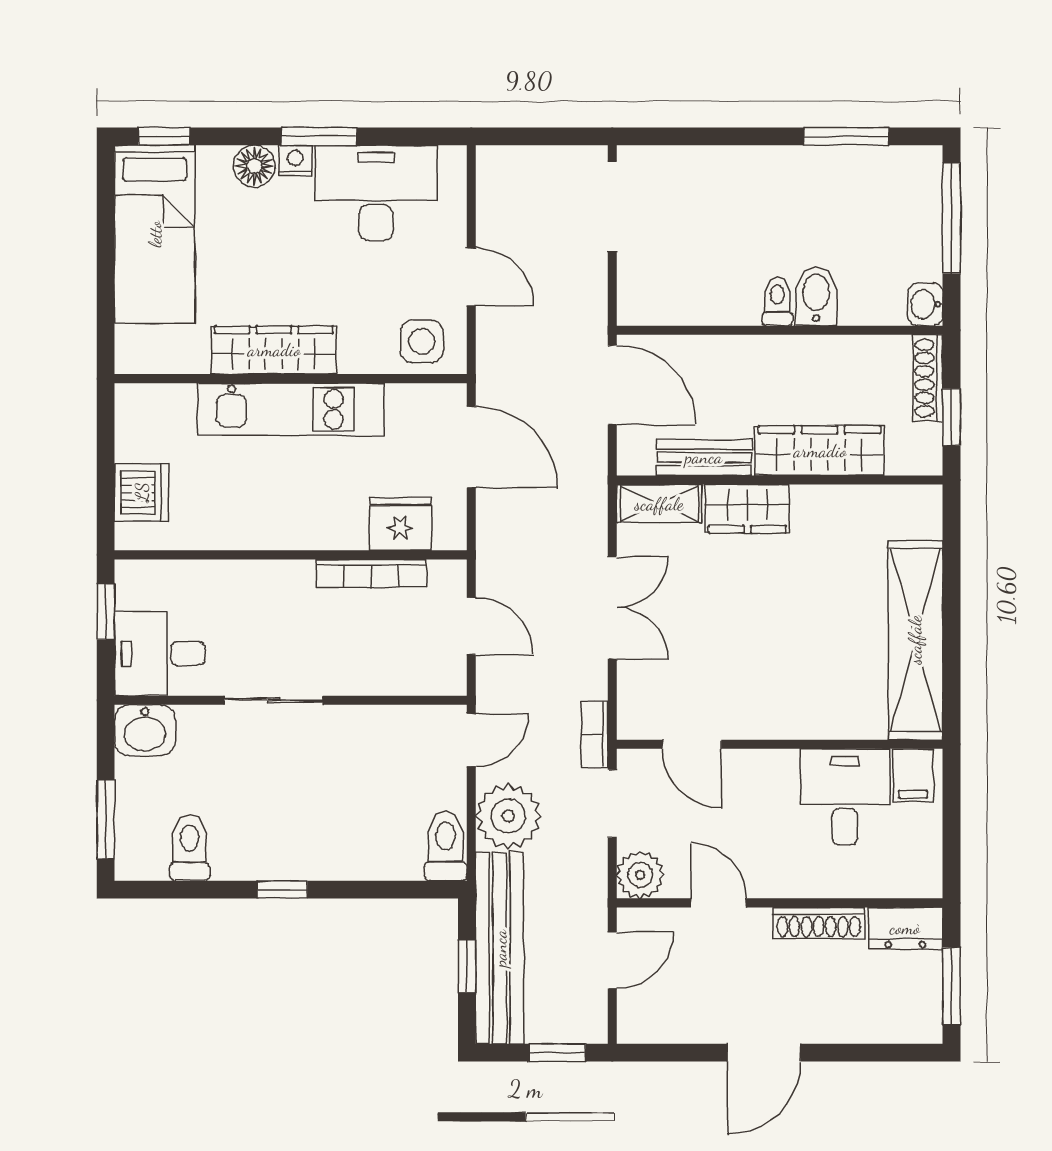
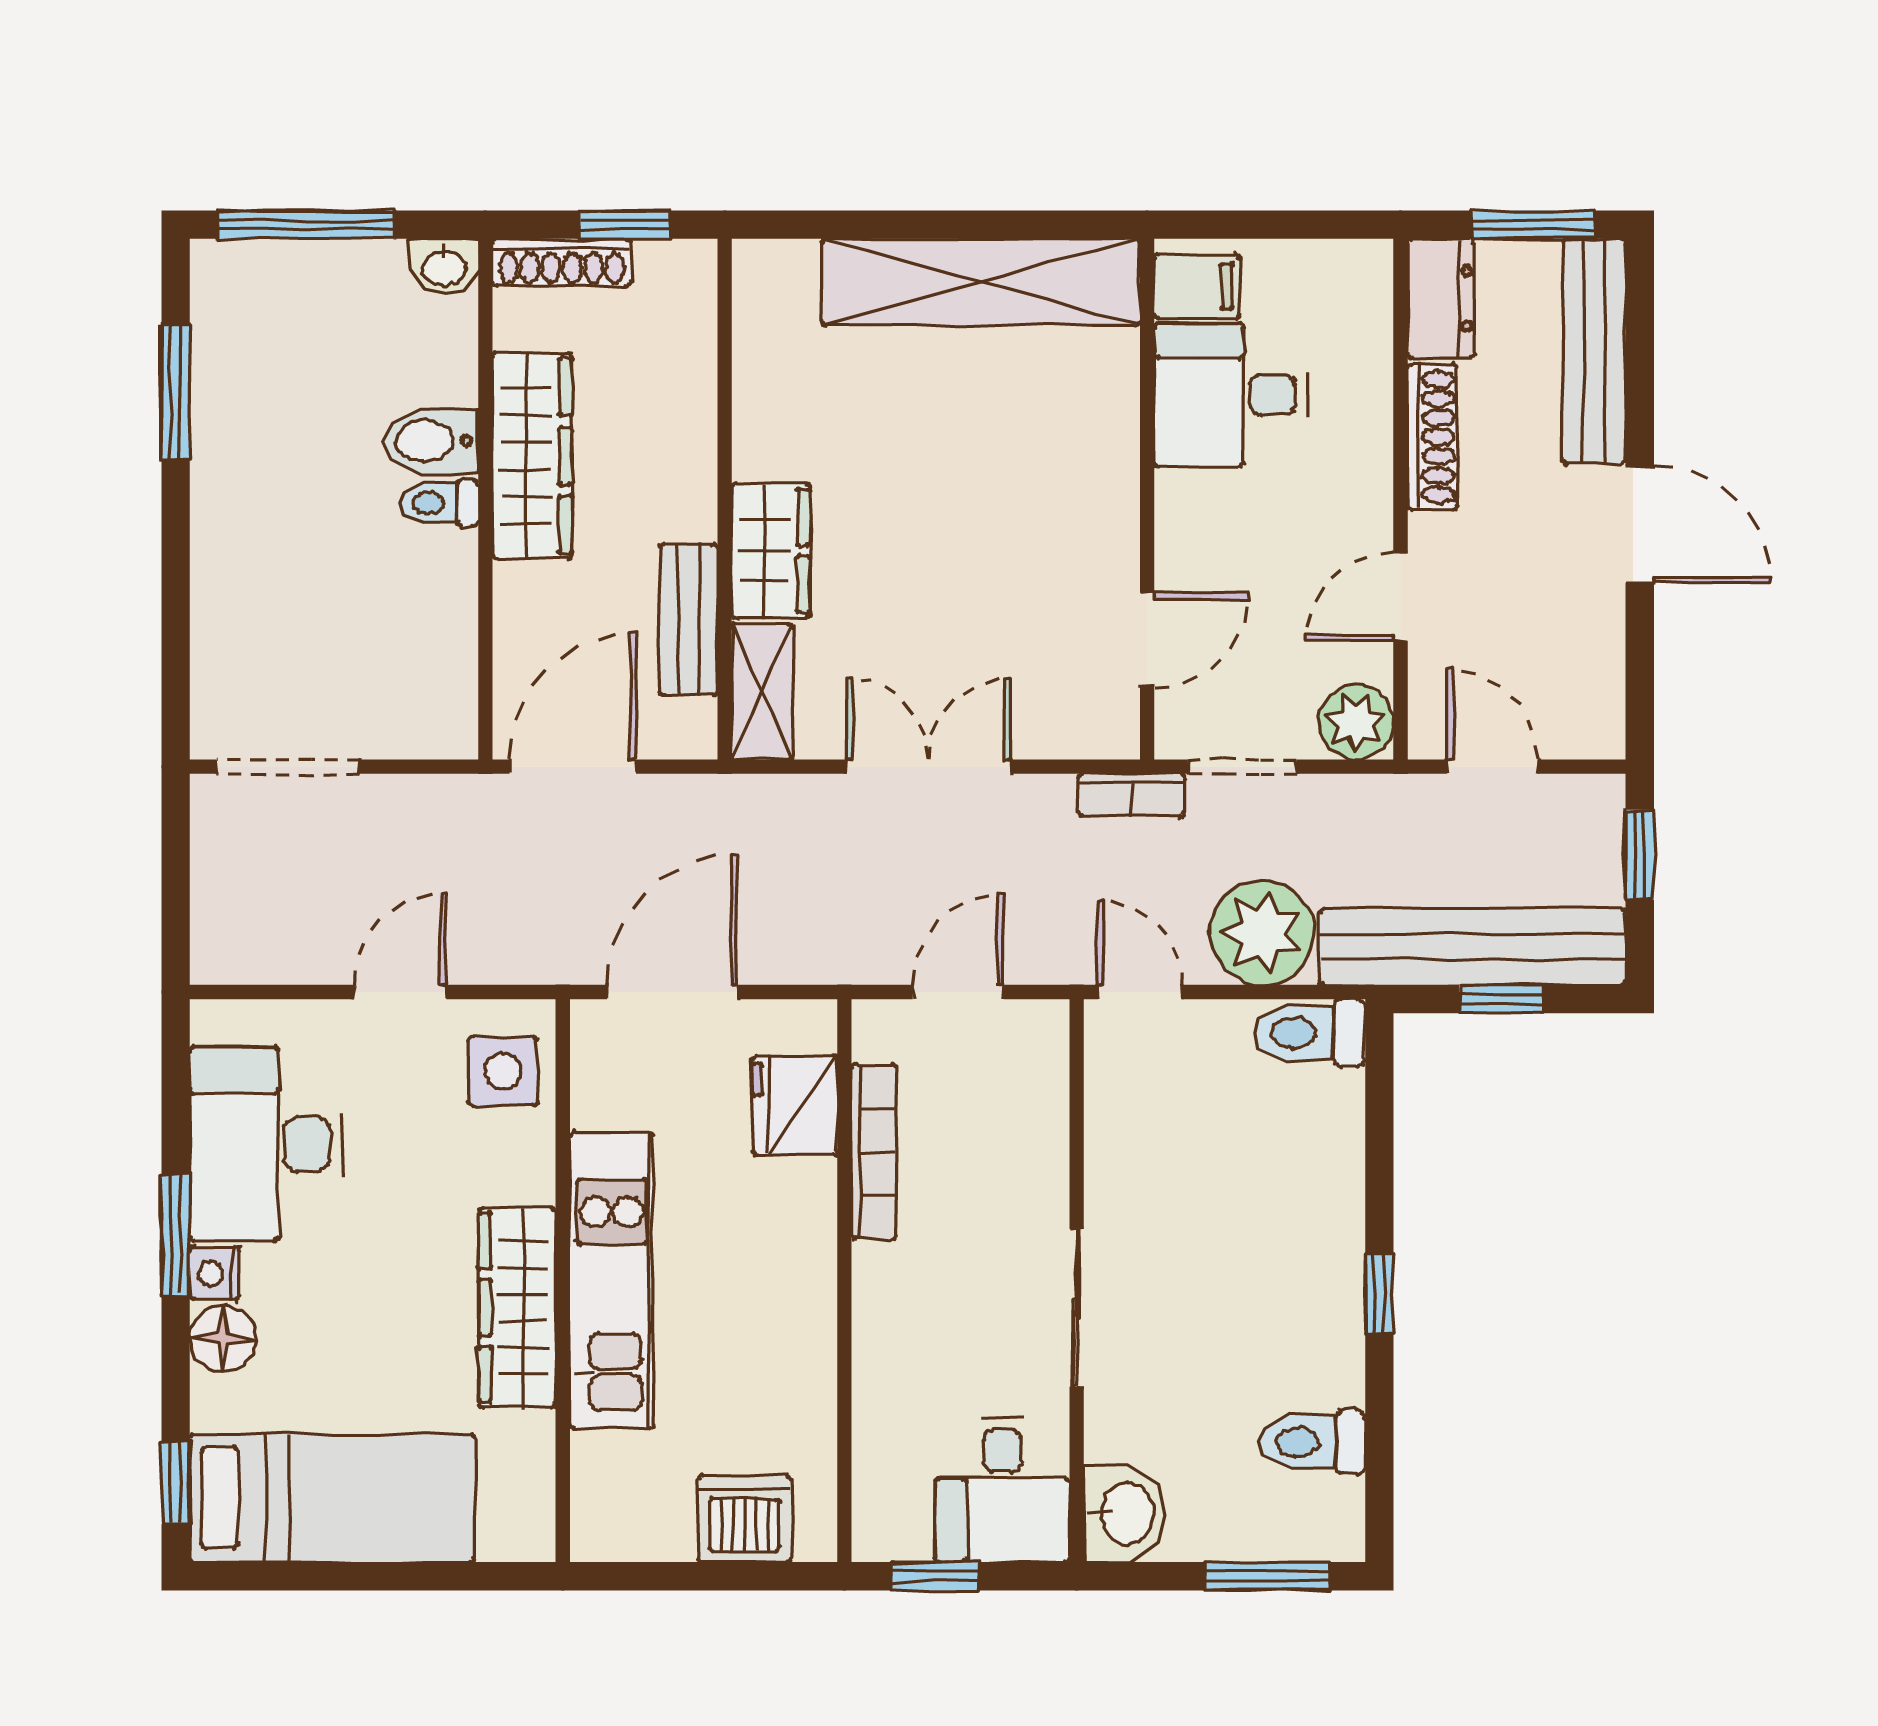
wardrobe: (820, 451) -> (532, 456), moved, turned 180
bench: (872, 1024) -> (1594, 351), added

